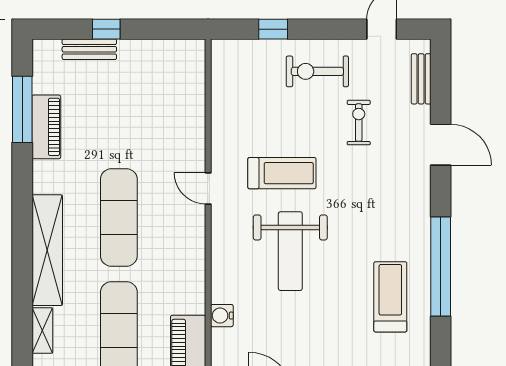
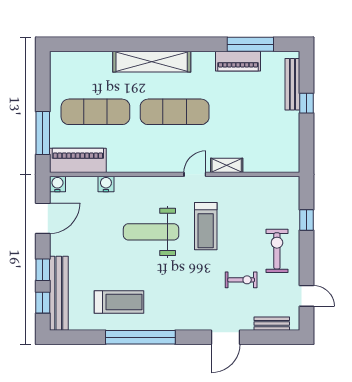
bench: (89, 49) -> (292, 84), width x1.36
shelving: (42, 330) -> (227, 165), moved

